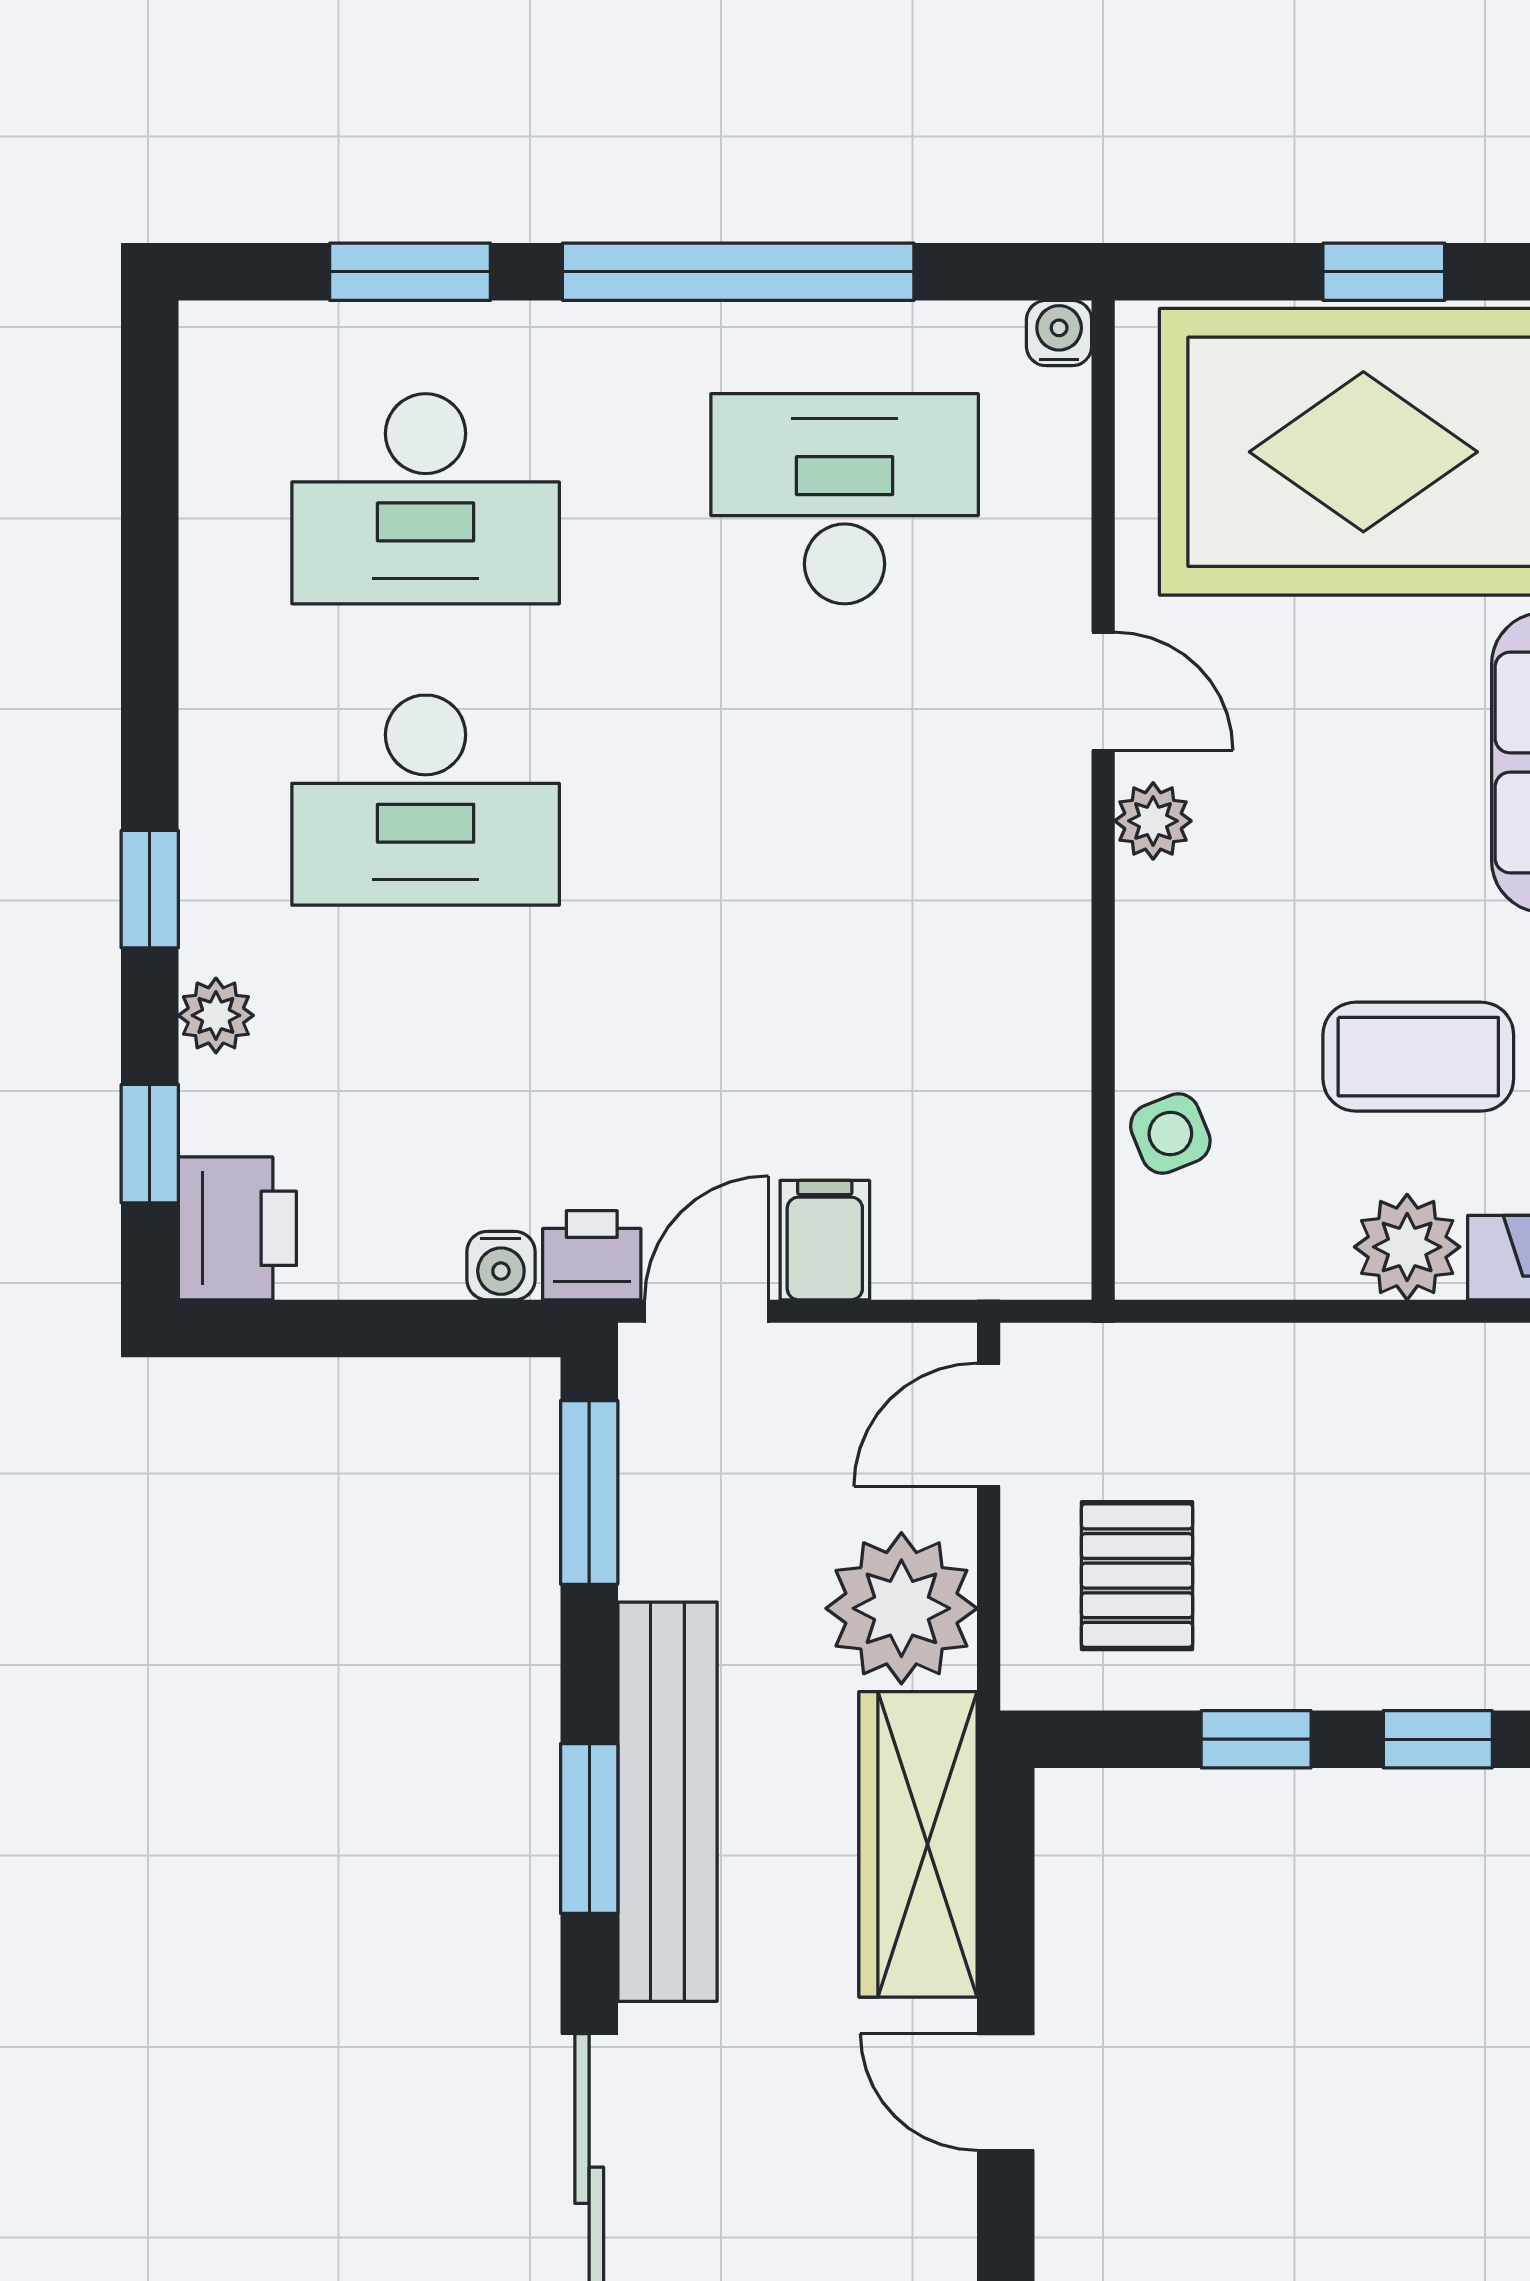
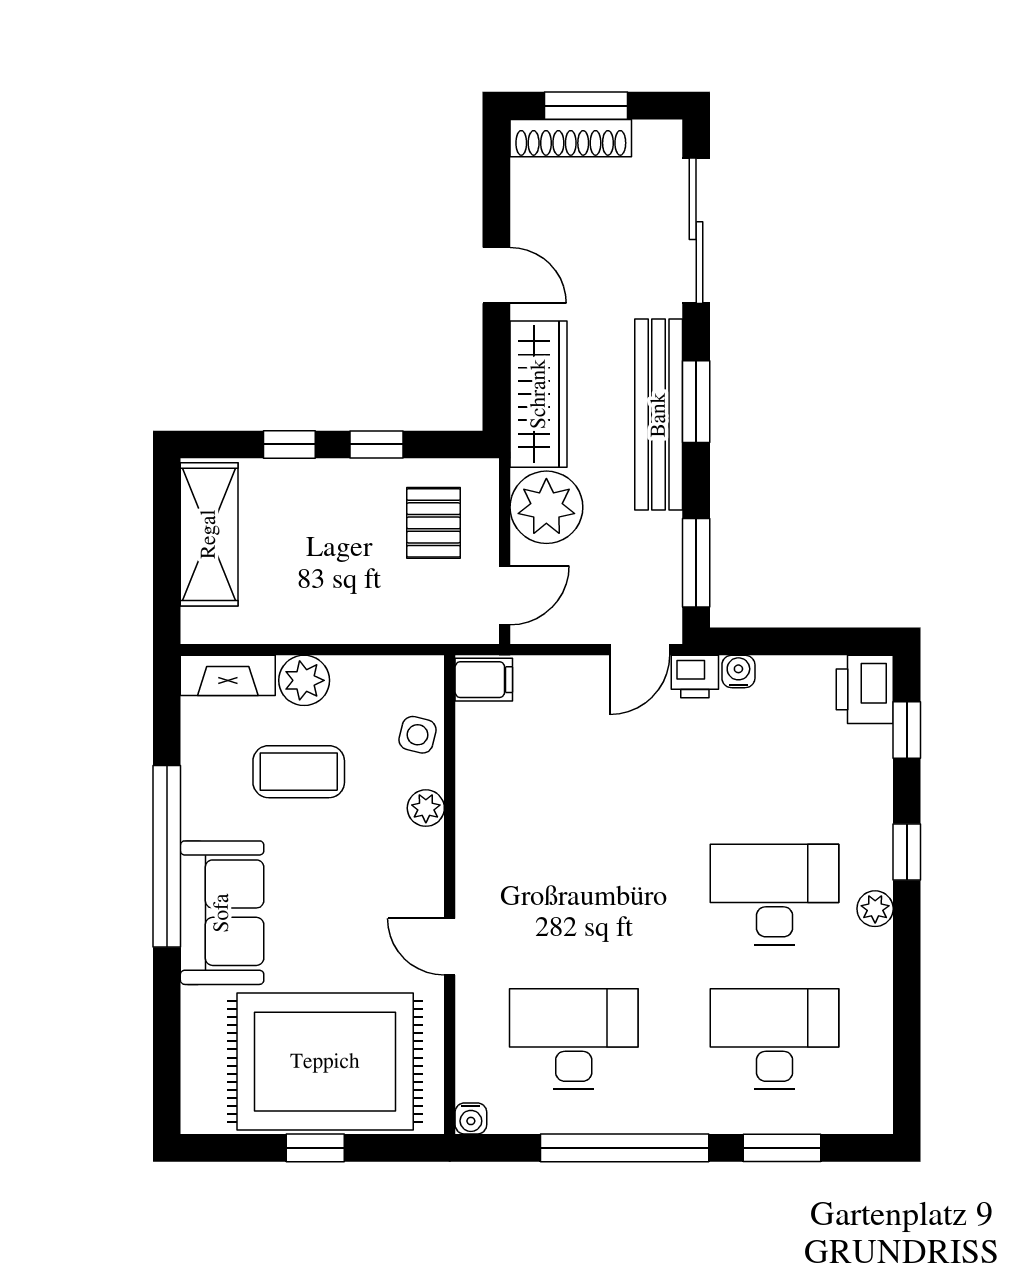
desk: (845, 499) -> (574, 1039), turned 180
plant: (1153, 821) -> (426, 808), moved
plant: (216, 1015) -> (875, 909), moved
side table: (1170, 1134) -> (418, 735), turned 36
filing cabinet: (825, 1240) -> (484, 680), moved, turned -90

